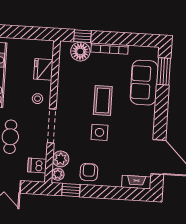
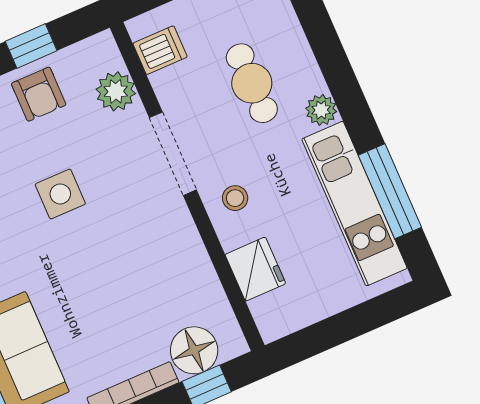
coffee table: (103, 100) -> (89, 268), removed
plant: (58, 174) -> (105, 54), removed
window: (71, 190) -> (31, 46), moved

